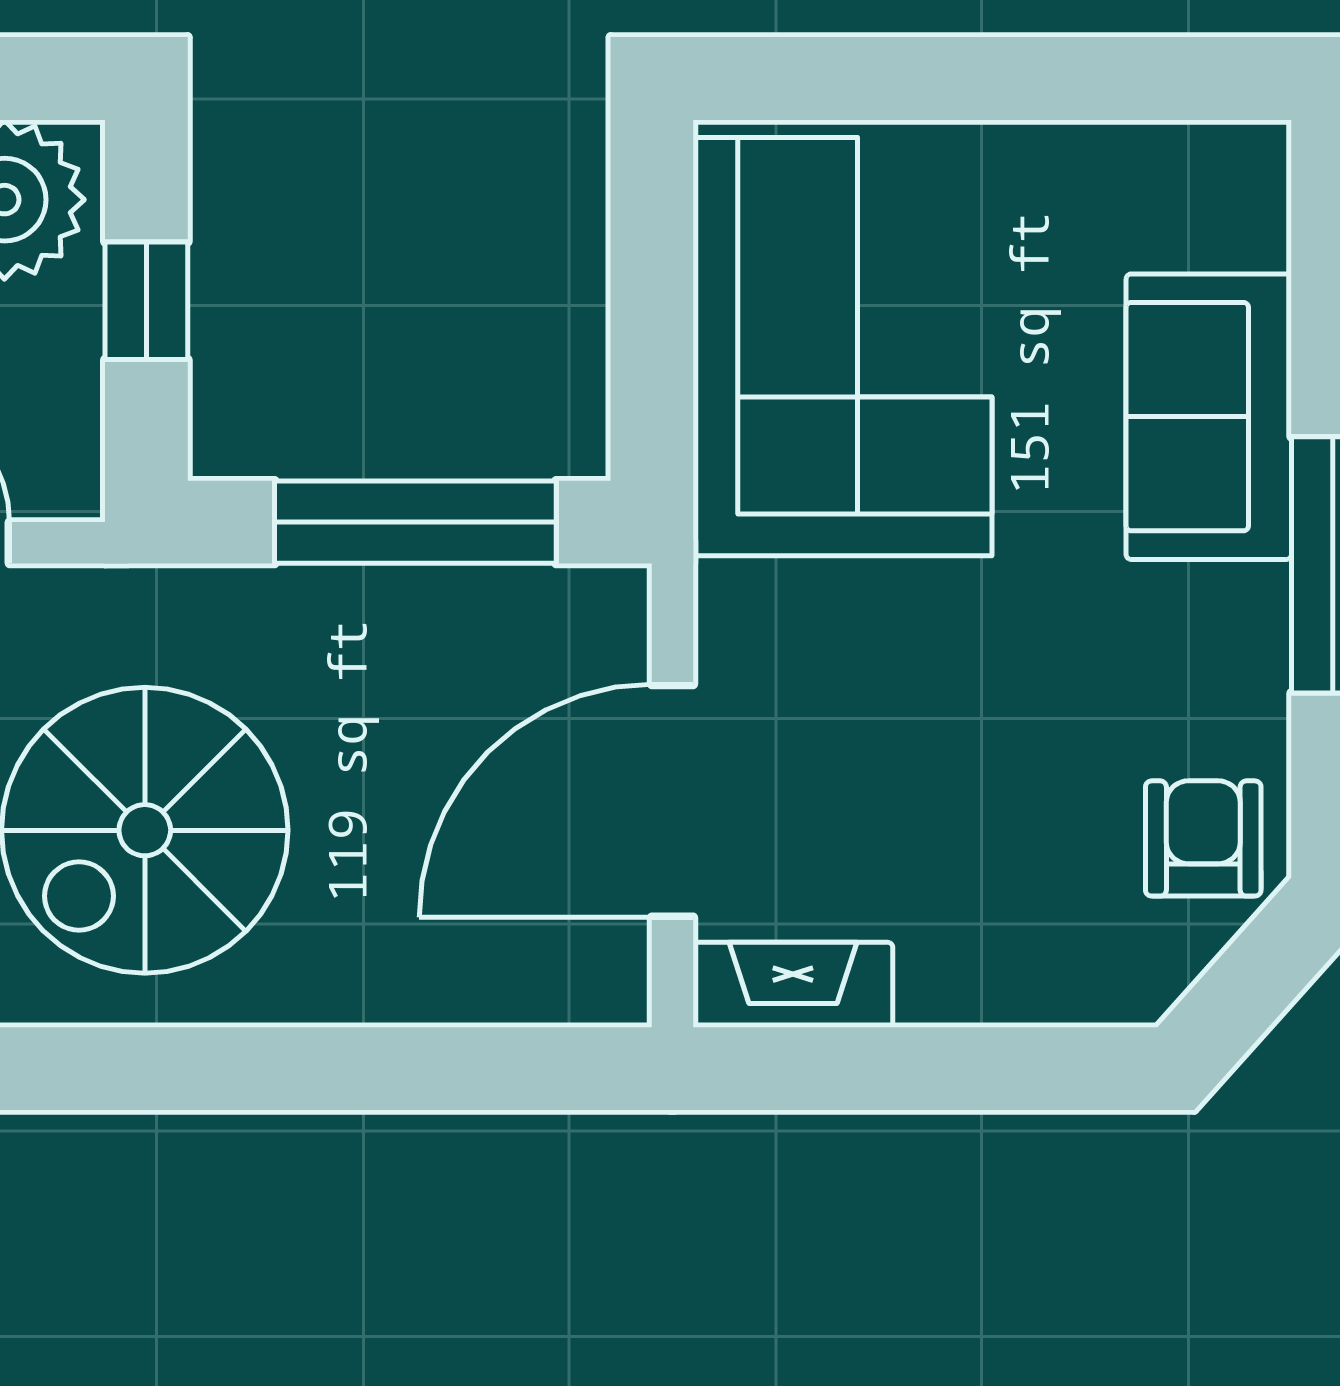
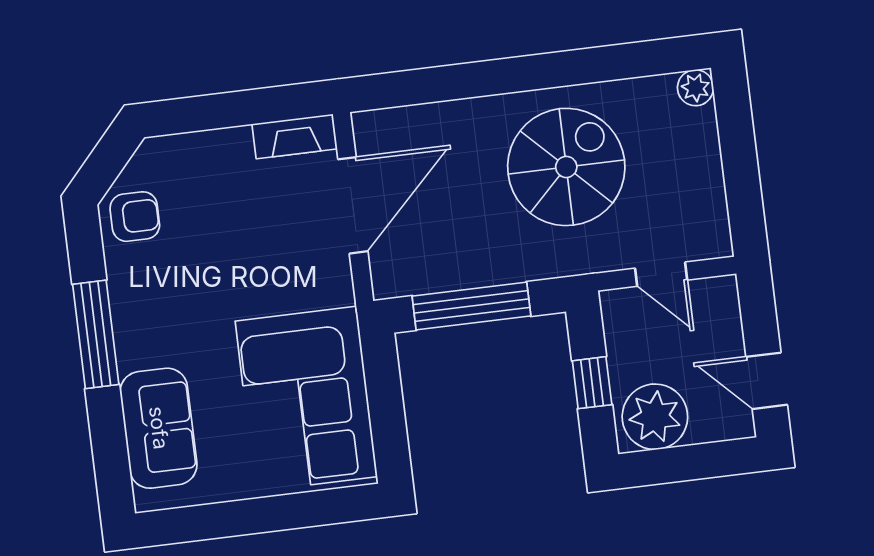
sofa: (1209, 417) -> (159, 428), moved
armchair: (1203, 838) -> (135, 217), turned -90

